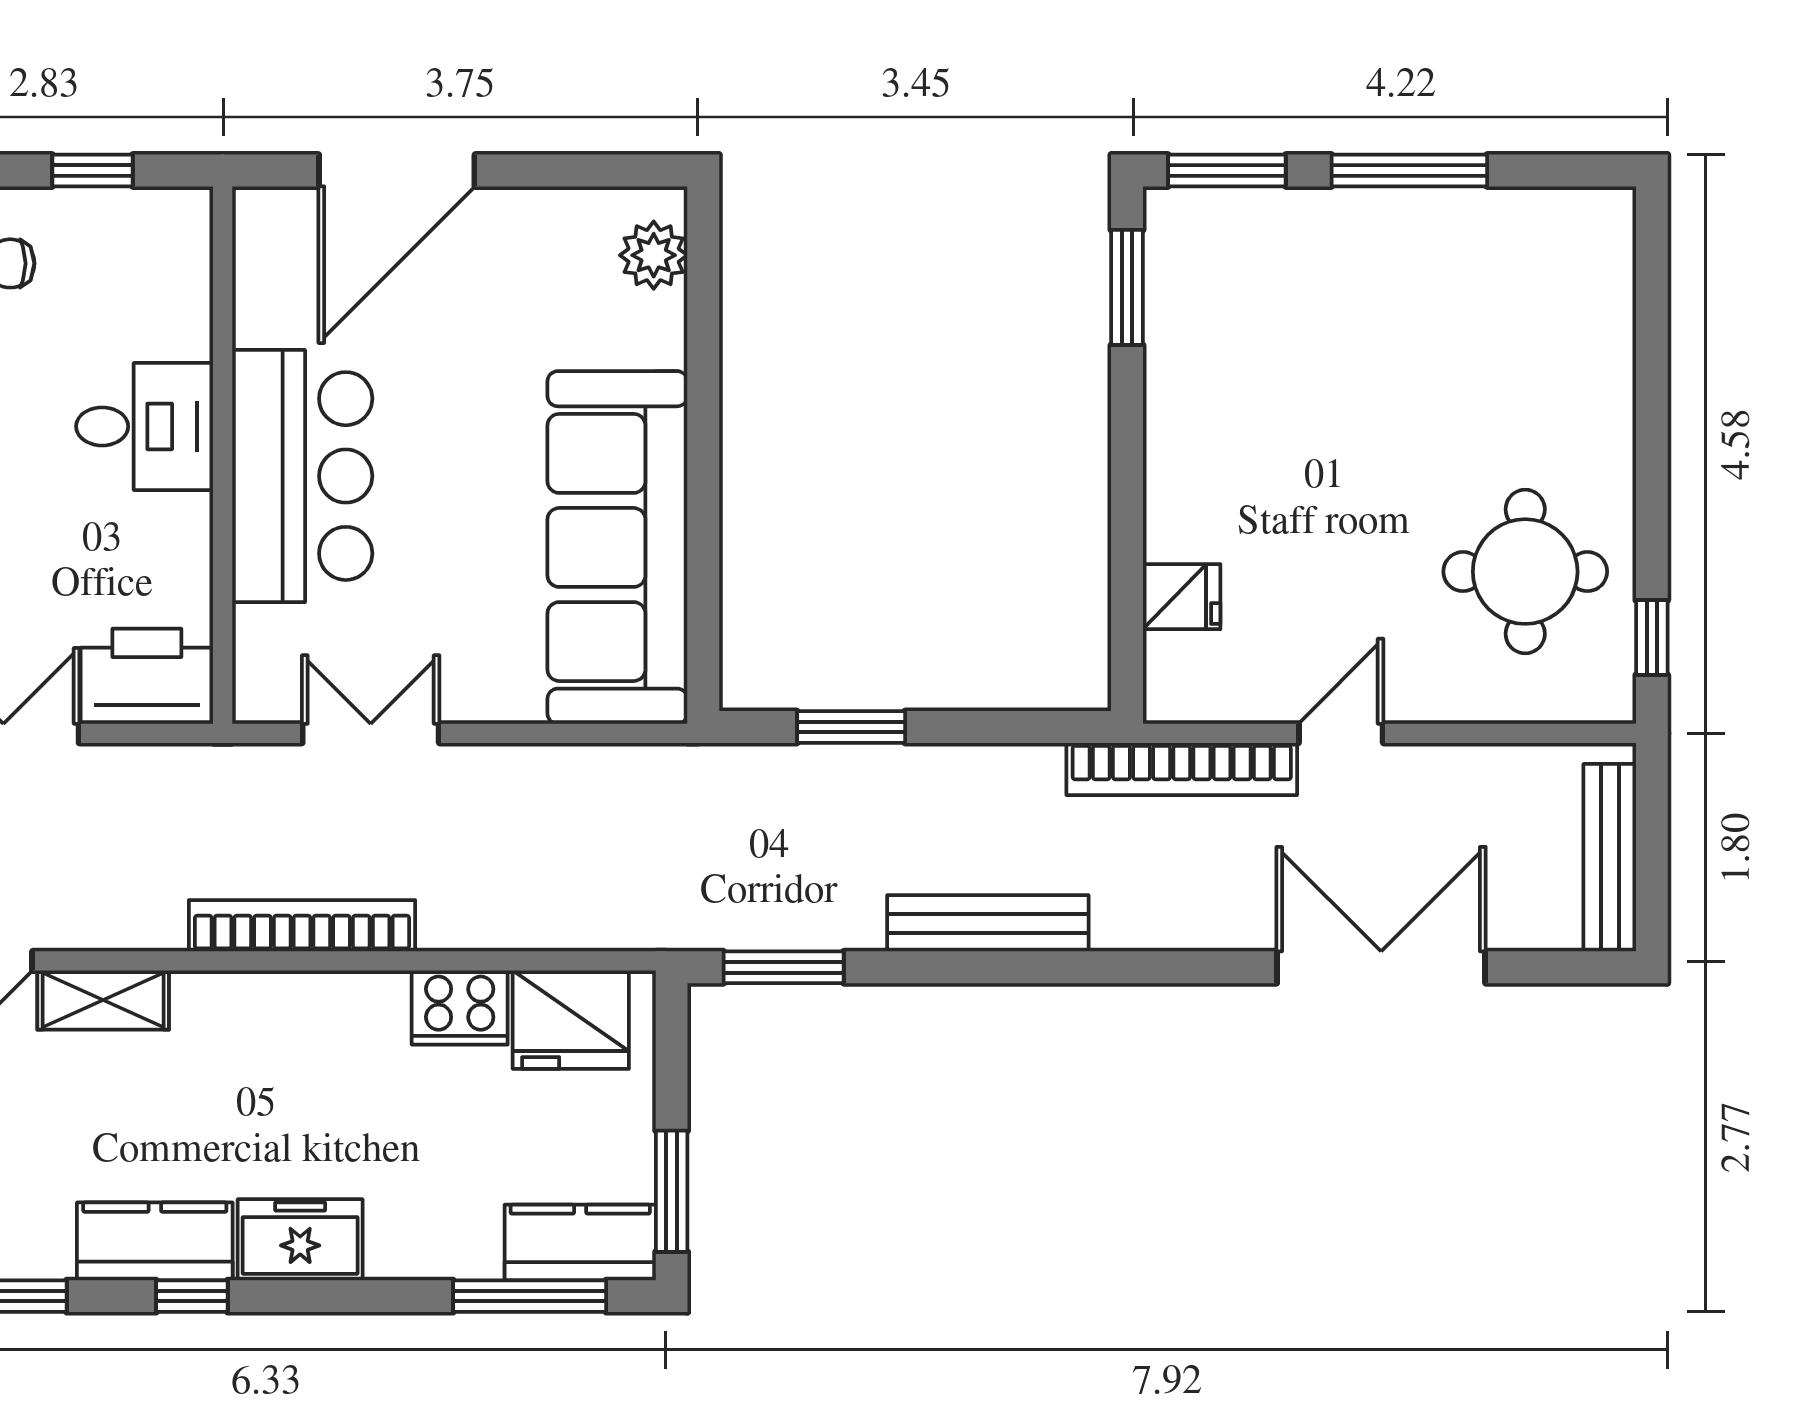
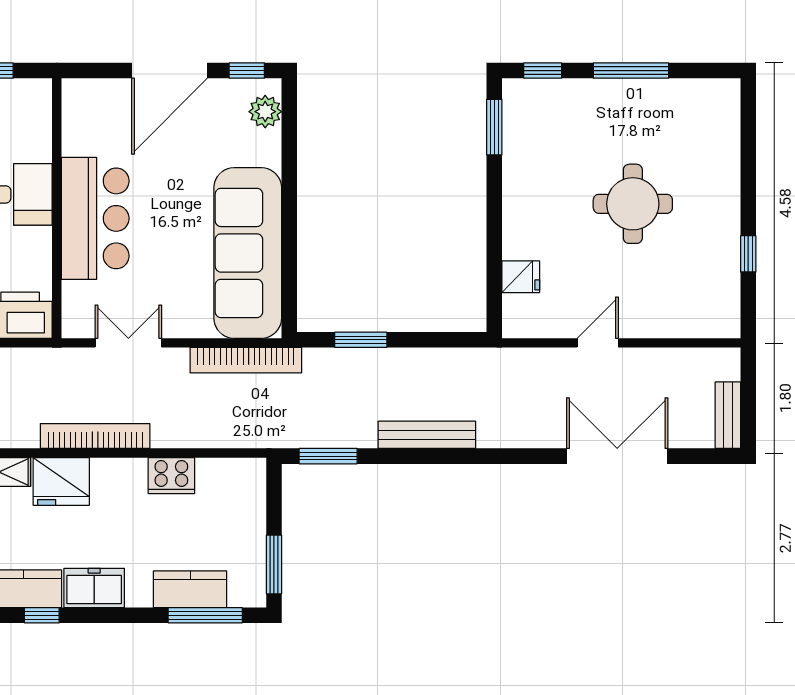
door: (397, 171) -> (169, 71), moved
window: (616, 171) -> (247, 71), added
window: (1227, 171) -> (543, 71), width x0.67
round table: (1525, 572) -> (633, 204), moved
window: (1652, 638) -> (748, 254), moved
bookcase: (1182, 769) -> (246, 360), moved
bench: (1610, 858) -> (728, 415), width x0.73
fridge: (571, 1020) -> (61, 481), moved
kitchen counter: (580, 1242) -> (190, 589), moved

